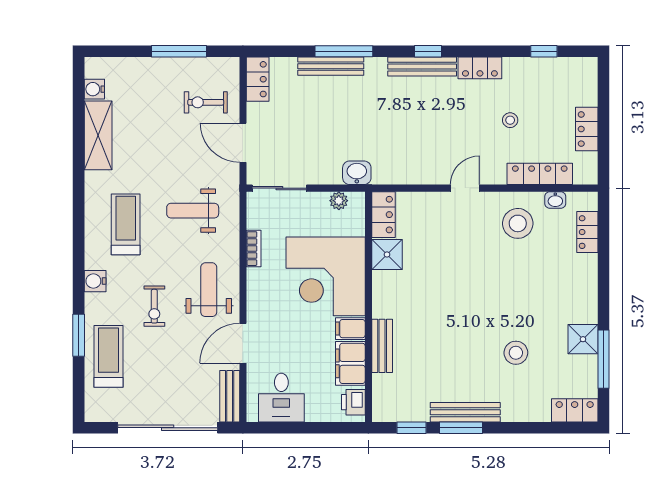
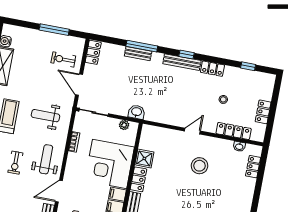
bench: (331, 66) -> (138, 54), width x0.73
locker: (383, 215) -> (138, 179), moved
stool: (518, 223) -> (199, 166), moved

